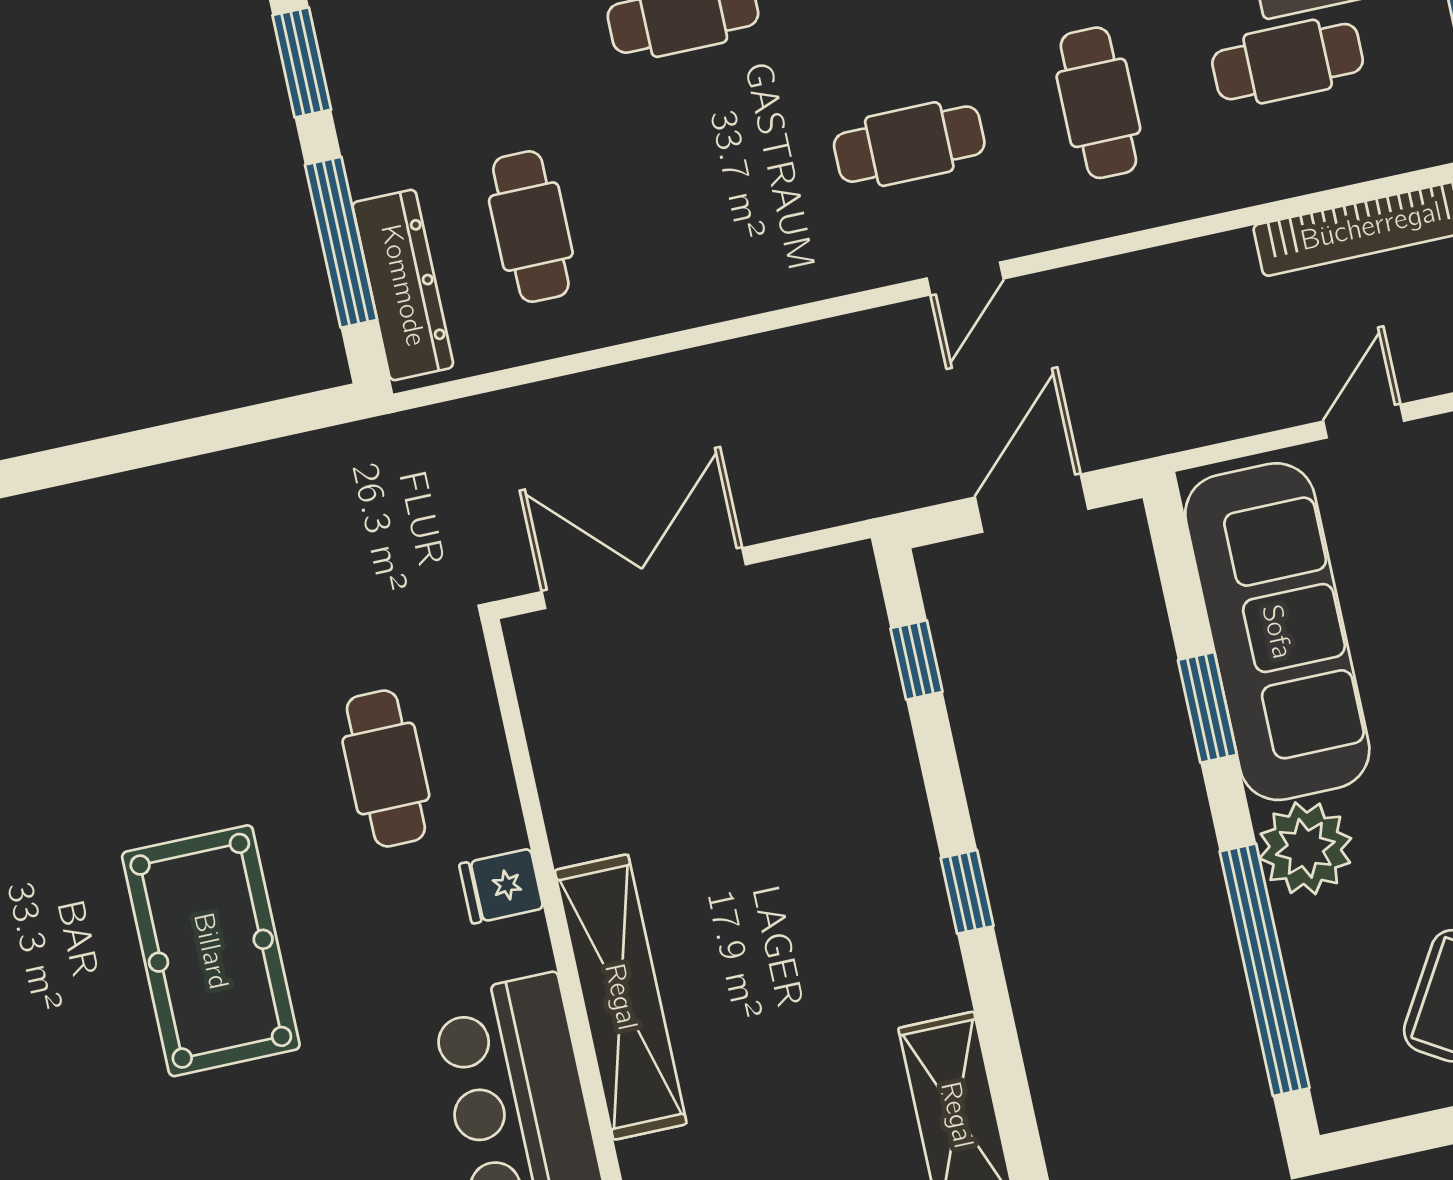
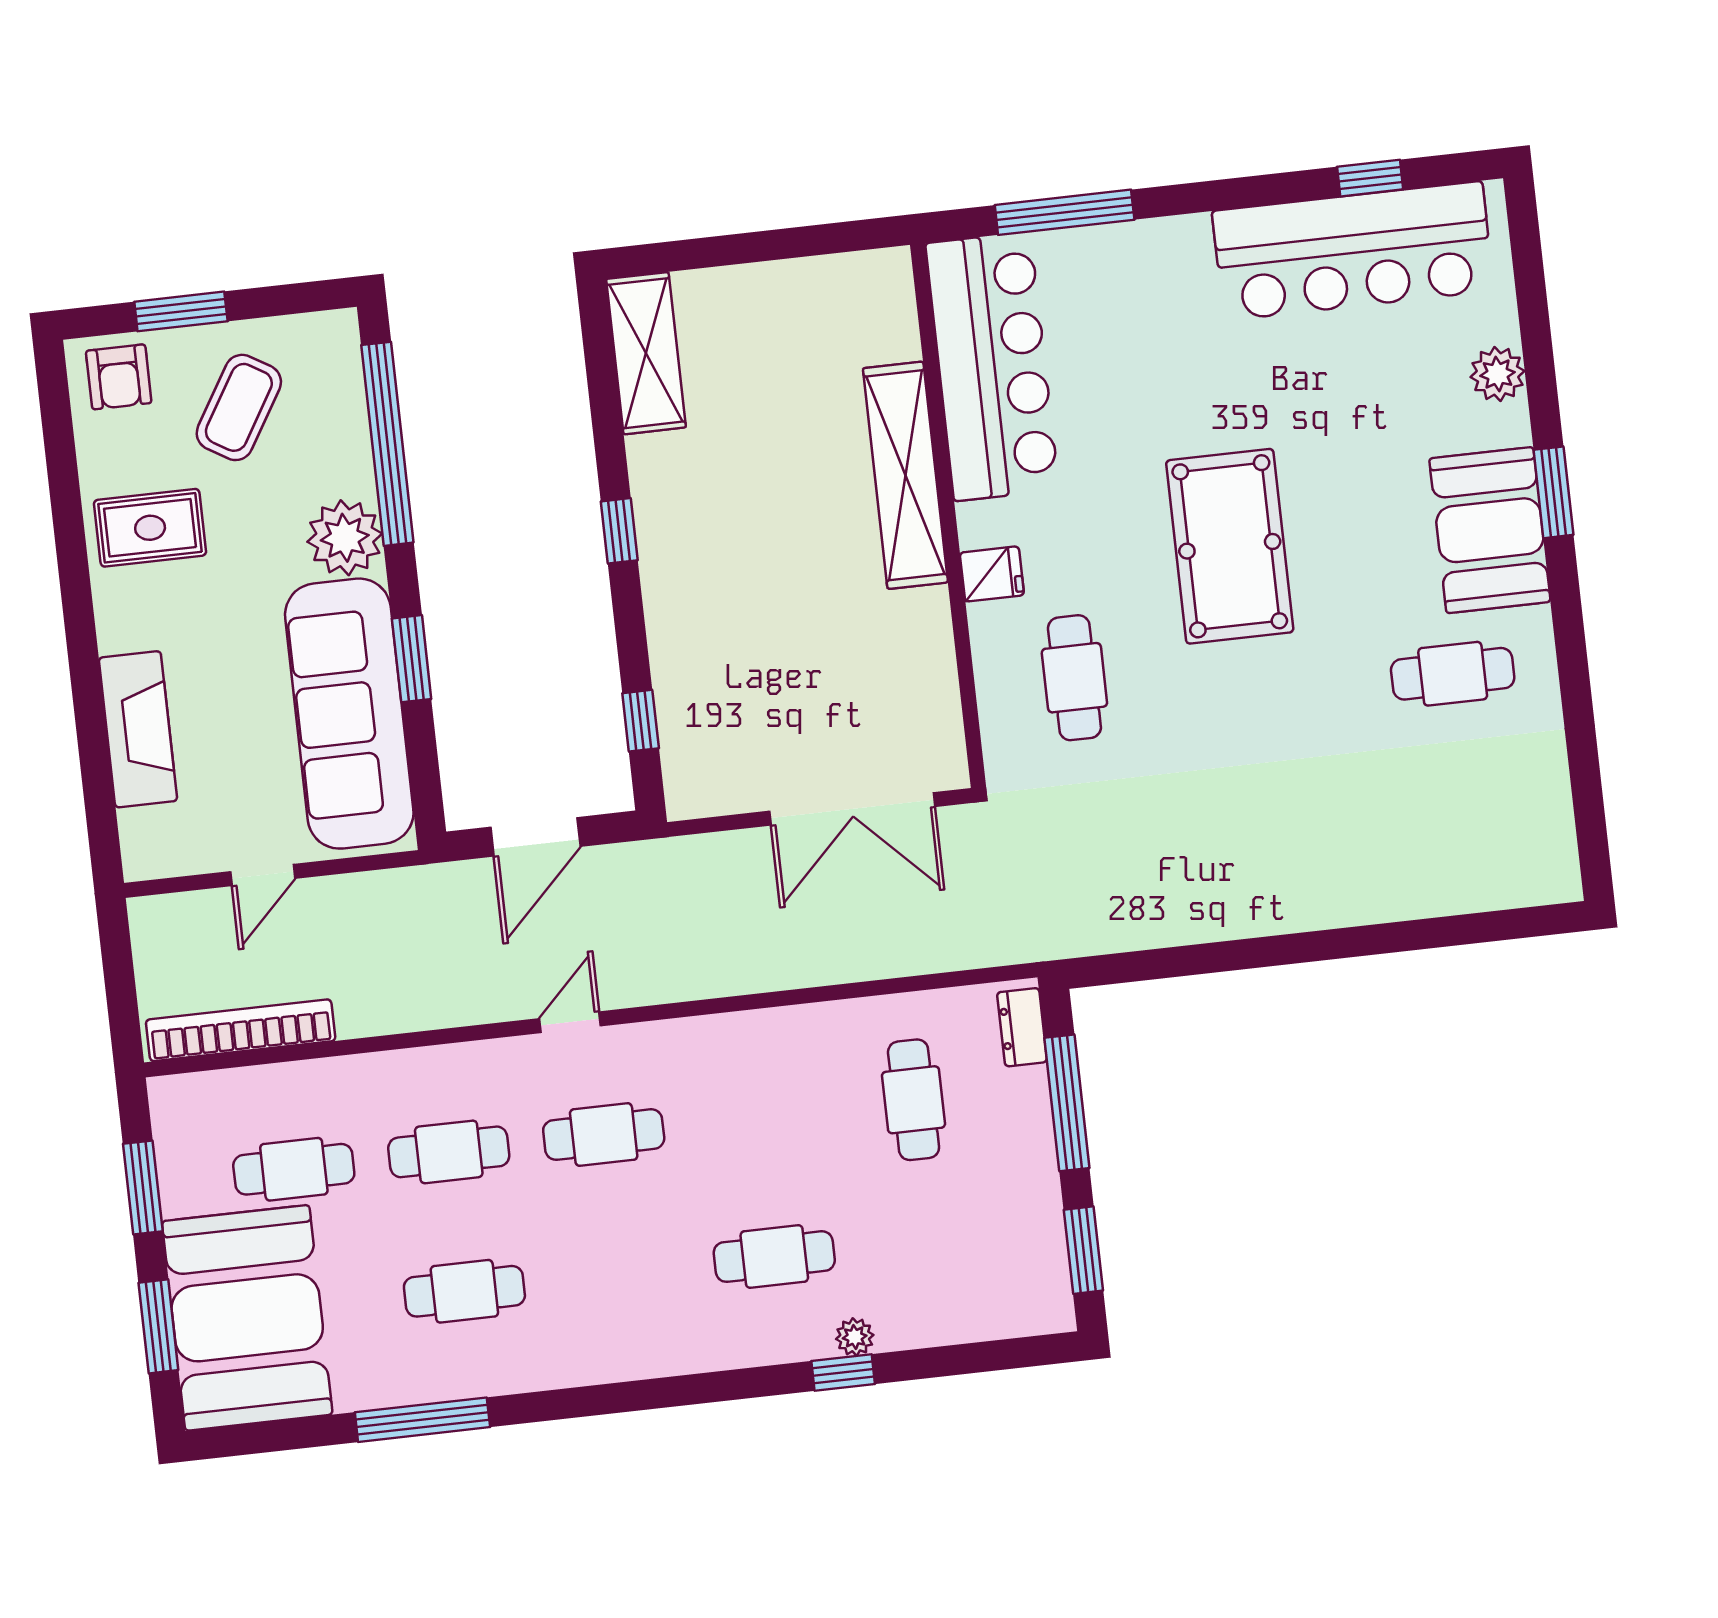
cafe table: (1098, 103) -> (449, 1152), turned 90
dresser: (403, 285) -> (1022, 1027), width x0.51, depth x0.80

